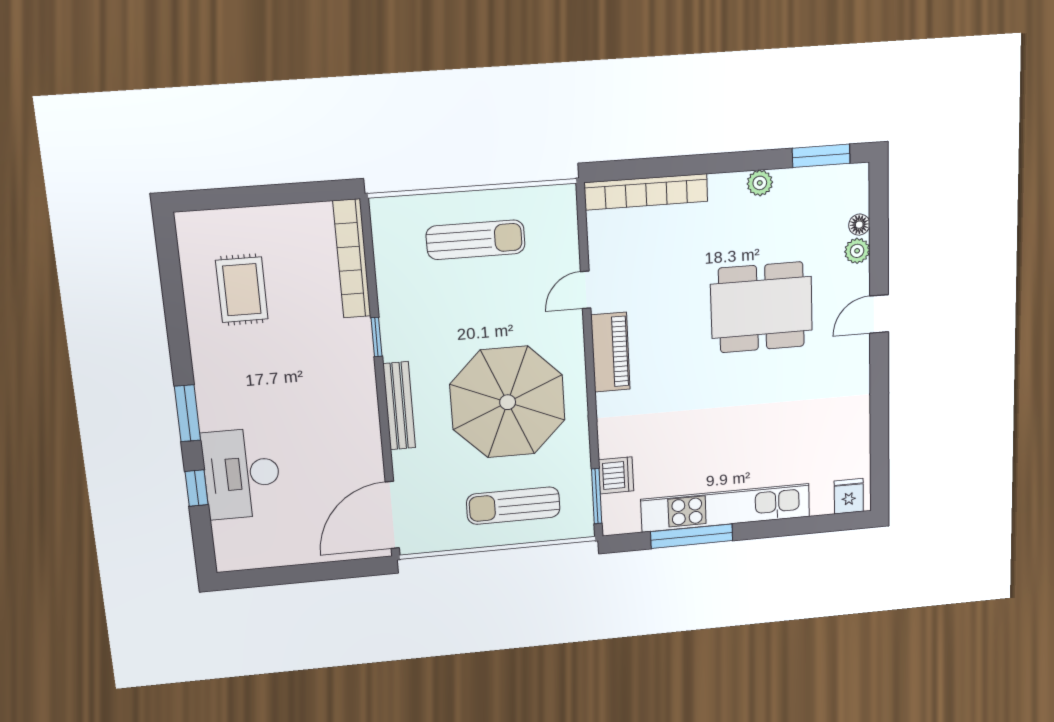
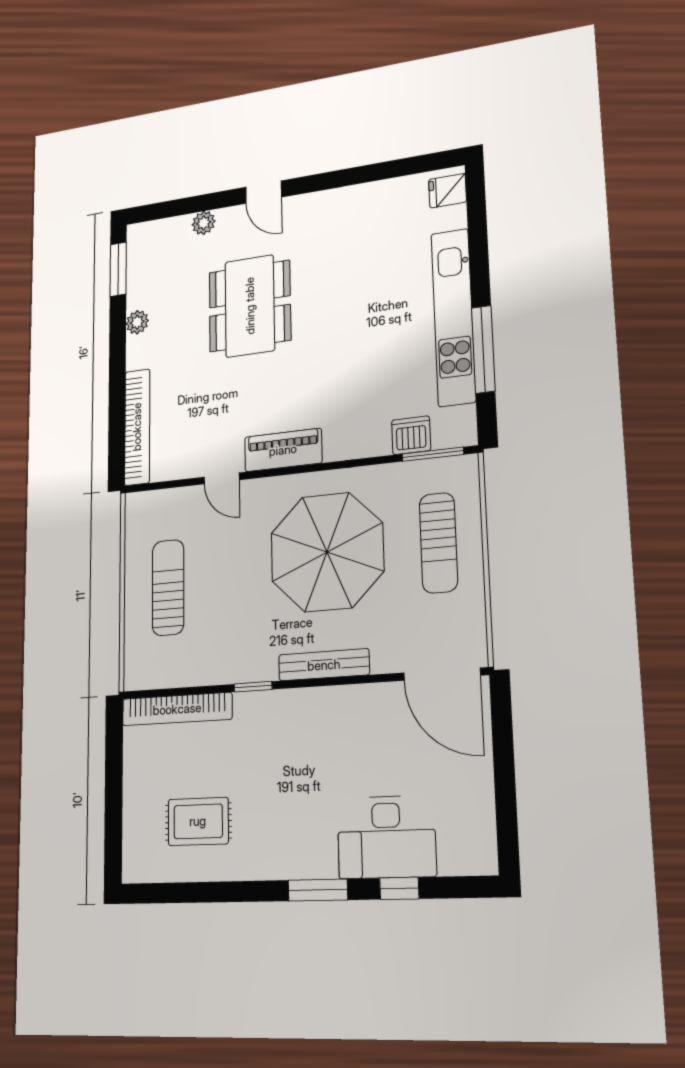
floor lamp: (859, 225) -> (180, 225), removed

